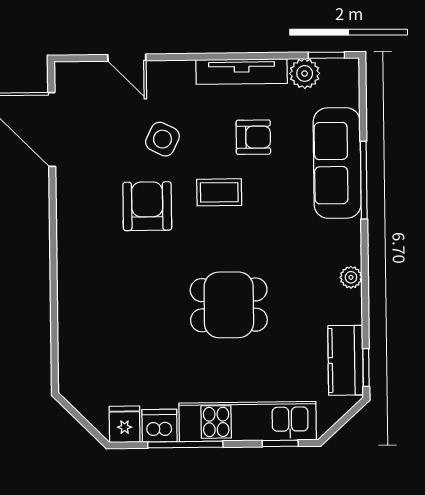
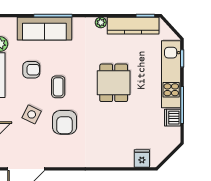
armchair: (253, 137) -> (31, 70), turned 90
armchair: (147, 206) -> (65, 122), turned -90
kitchen counter: (346, 360) -> (133, 26), width x1.50
fridge: (125, 424) -> (142, 158), moved, turned 90

